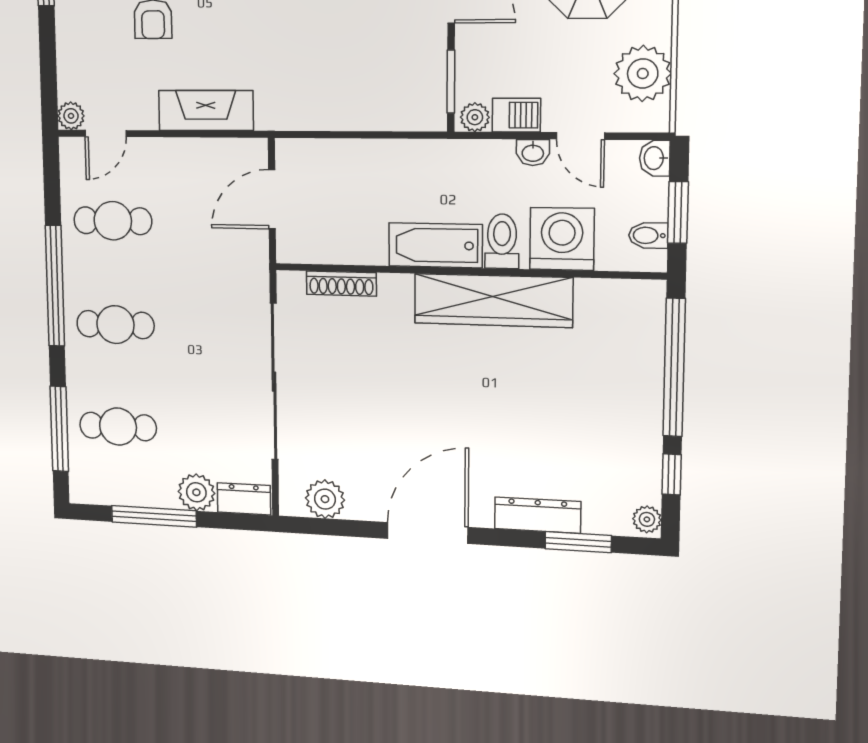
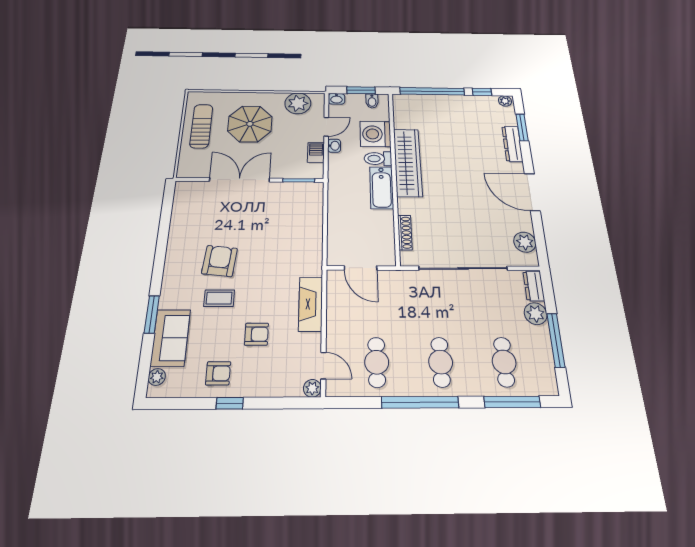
plant: (475, 117) -> (317, 170), removed

